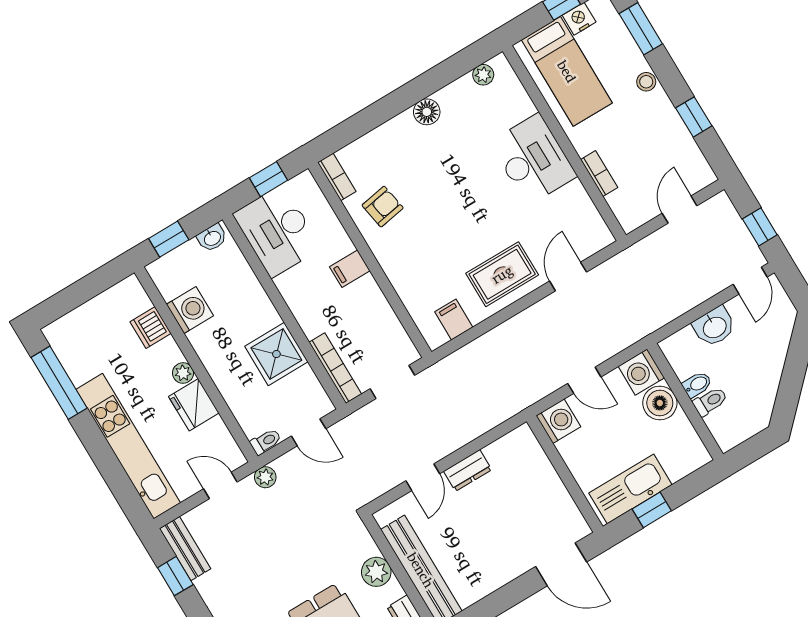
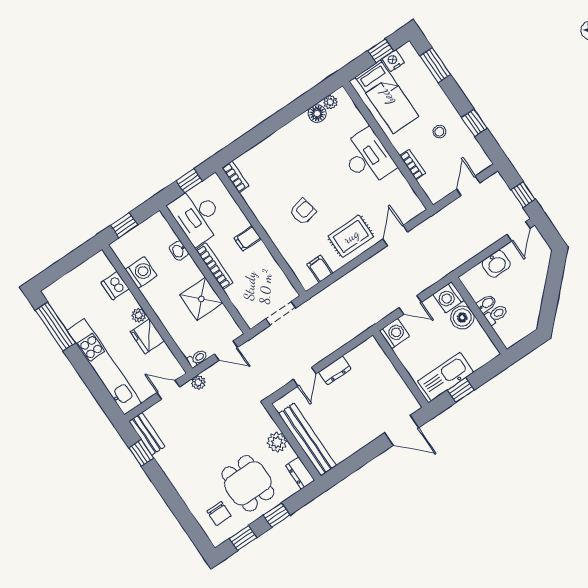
stool: (646, 82) -> (439, 132), moved
floor lamp: (427, 112) -> (317, 114), moved
armchair: (383, 207) -> (303, 211), moved
washbasin: (212, 238) -> (179, 251), moved, turned 90
bookcase: (335, 368) -> (214, 266), moved

